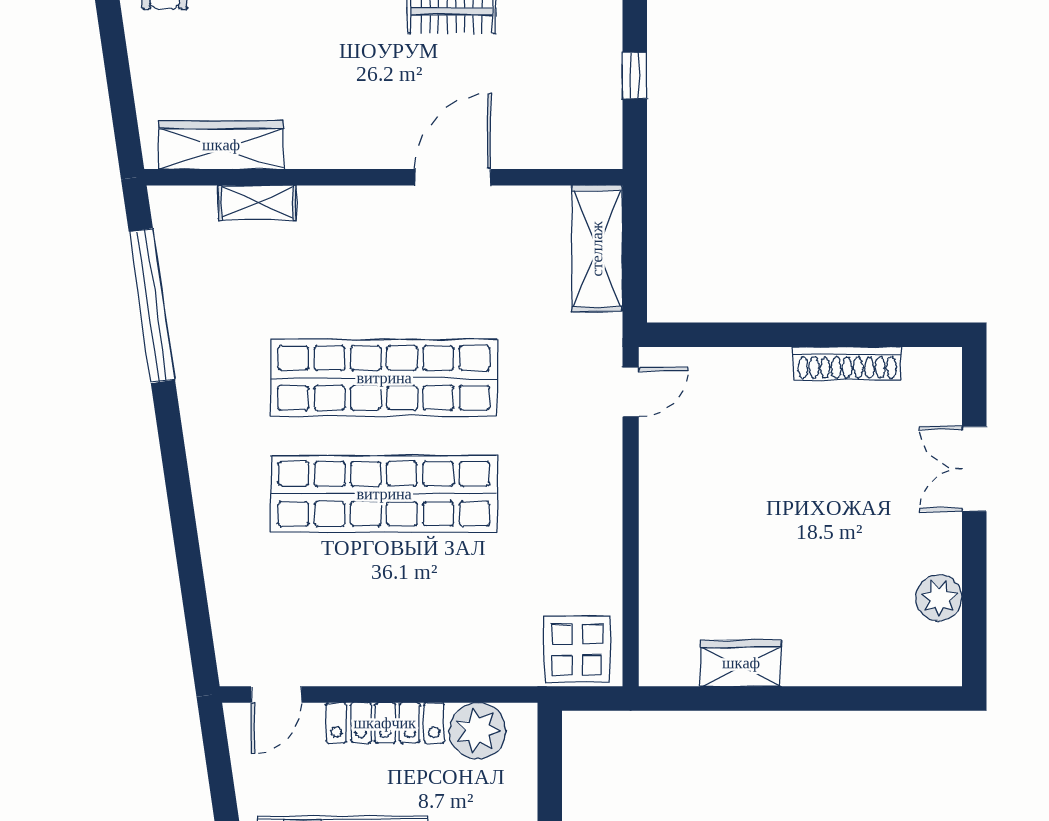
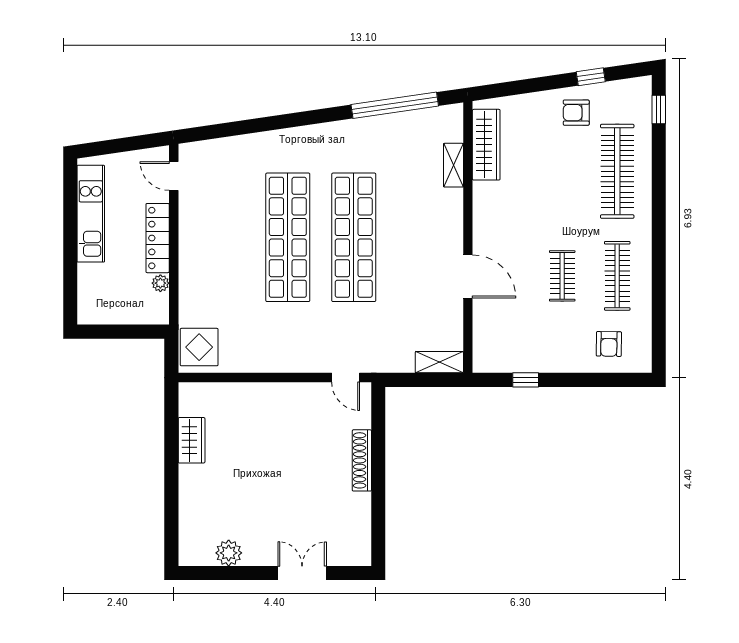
shelving: (597, 249) -> (439, 362), width x0.67, depth x0.75
shoe rack: (847, 364) -> (362, 460), moved
plant: (478, 731) -> (160, 283), width x0.53, depth x0.53

